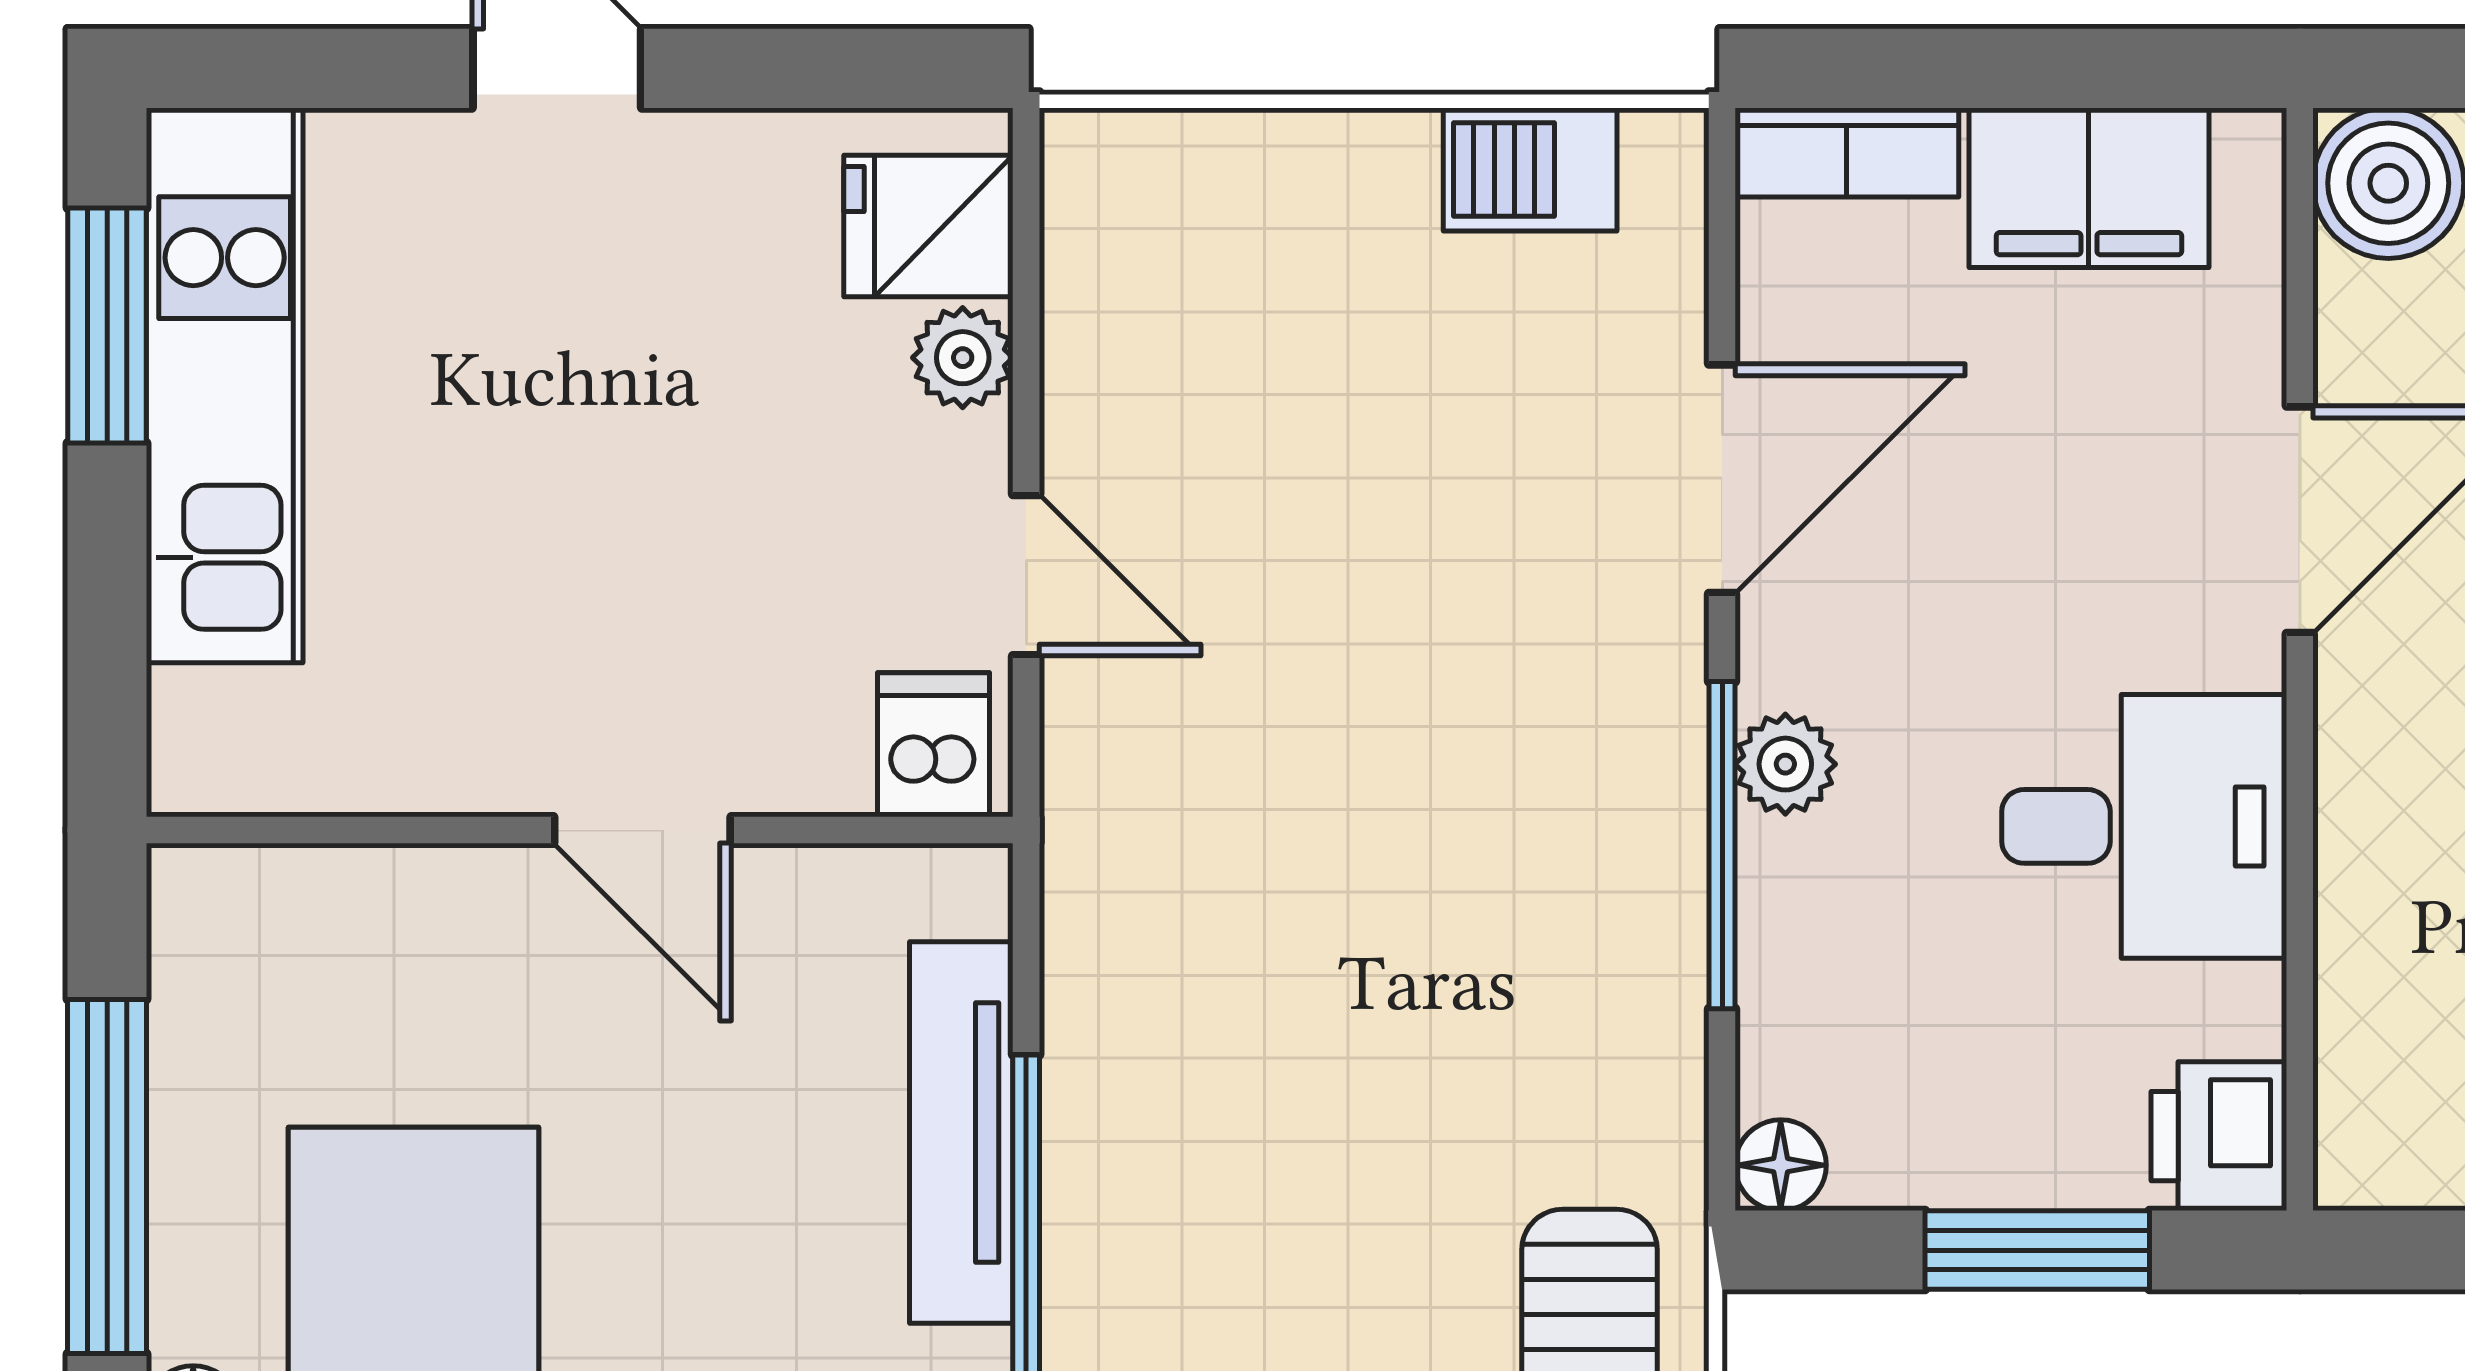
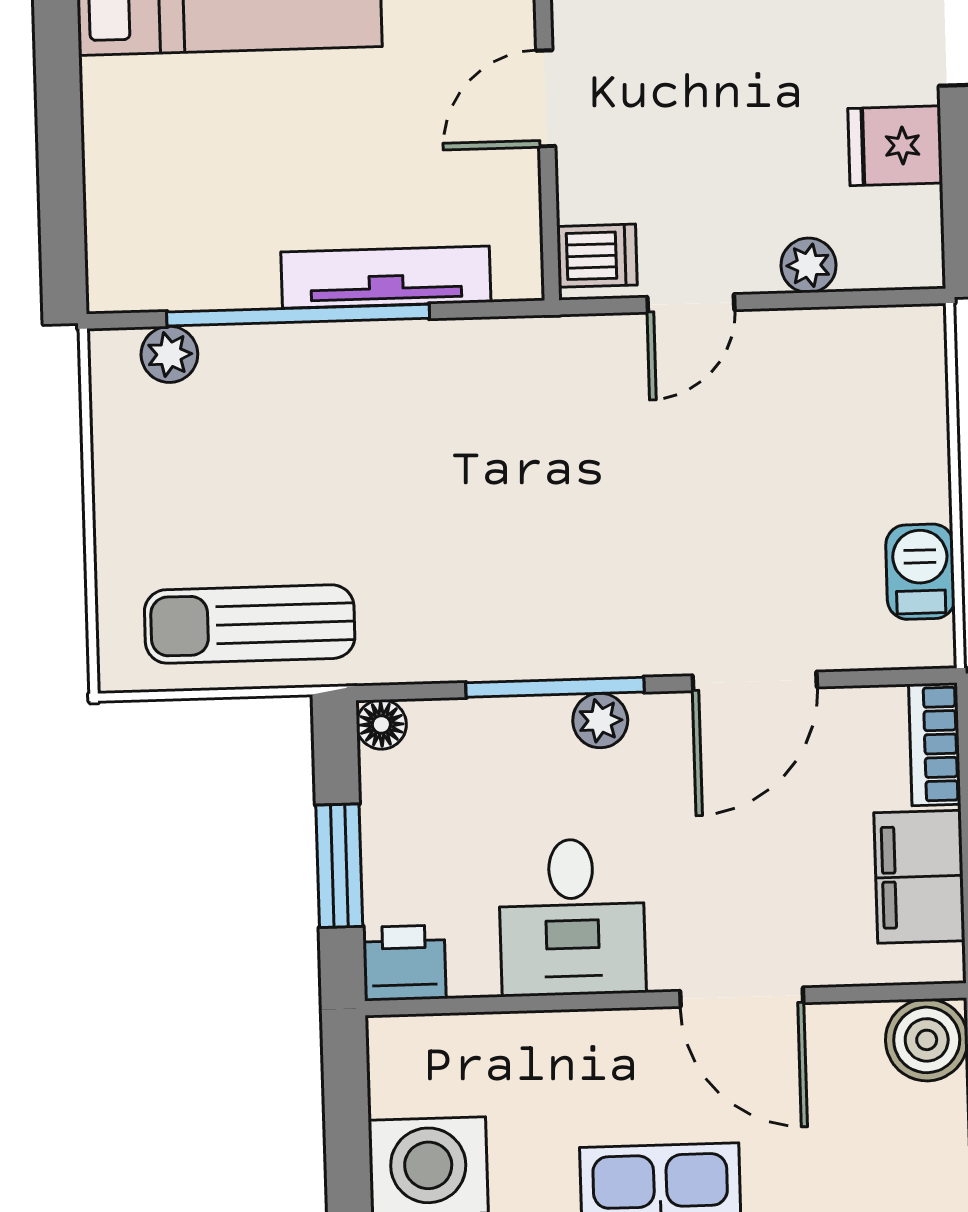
fridge: (928, 226) -> (895, 146), moved, turned -90
door: (1722, 479) -> (755, 681), hinge flipped

